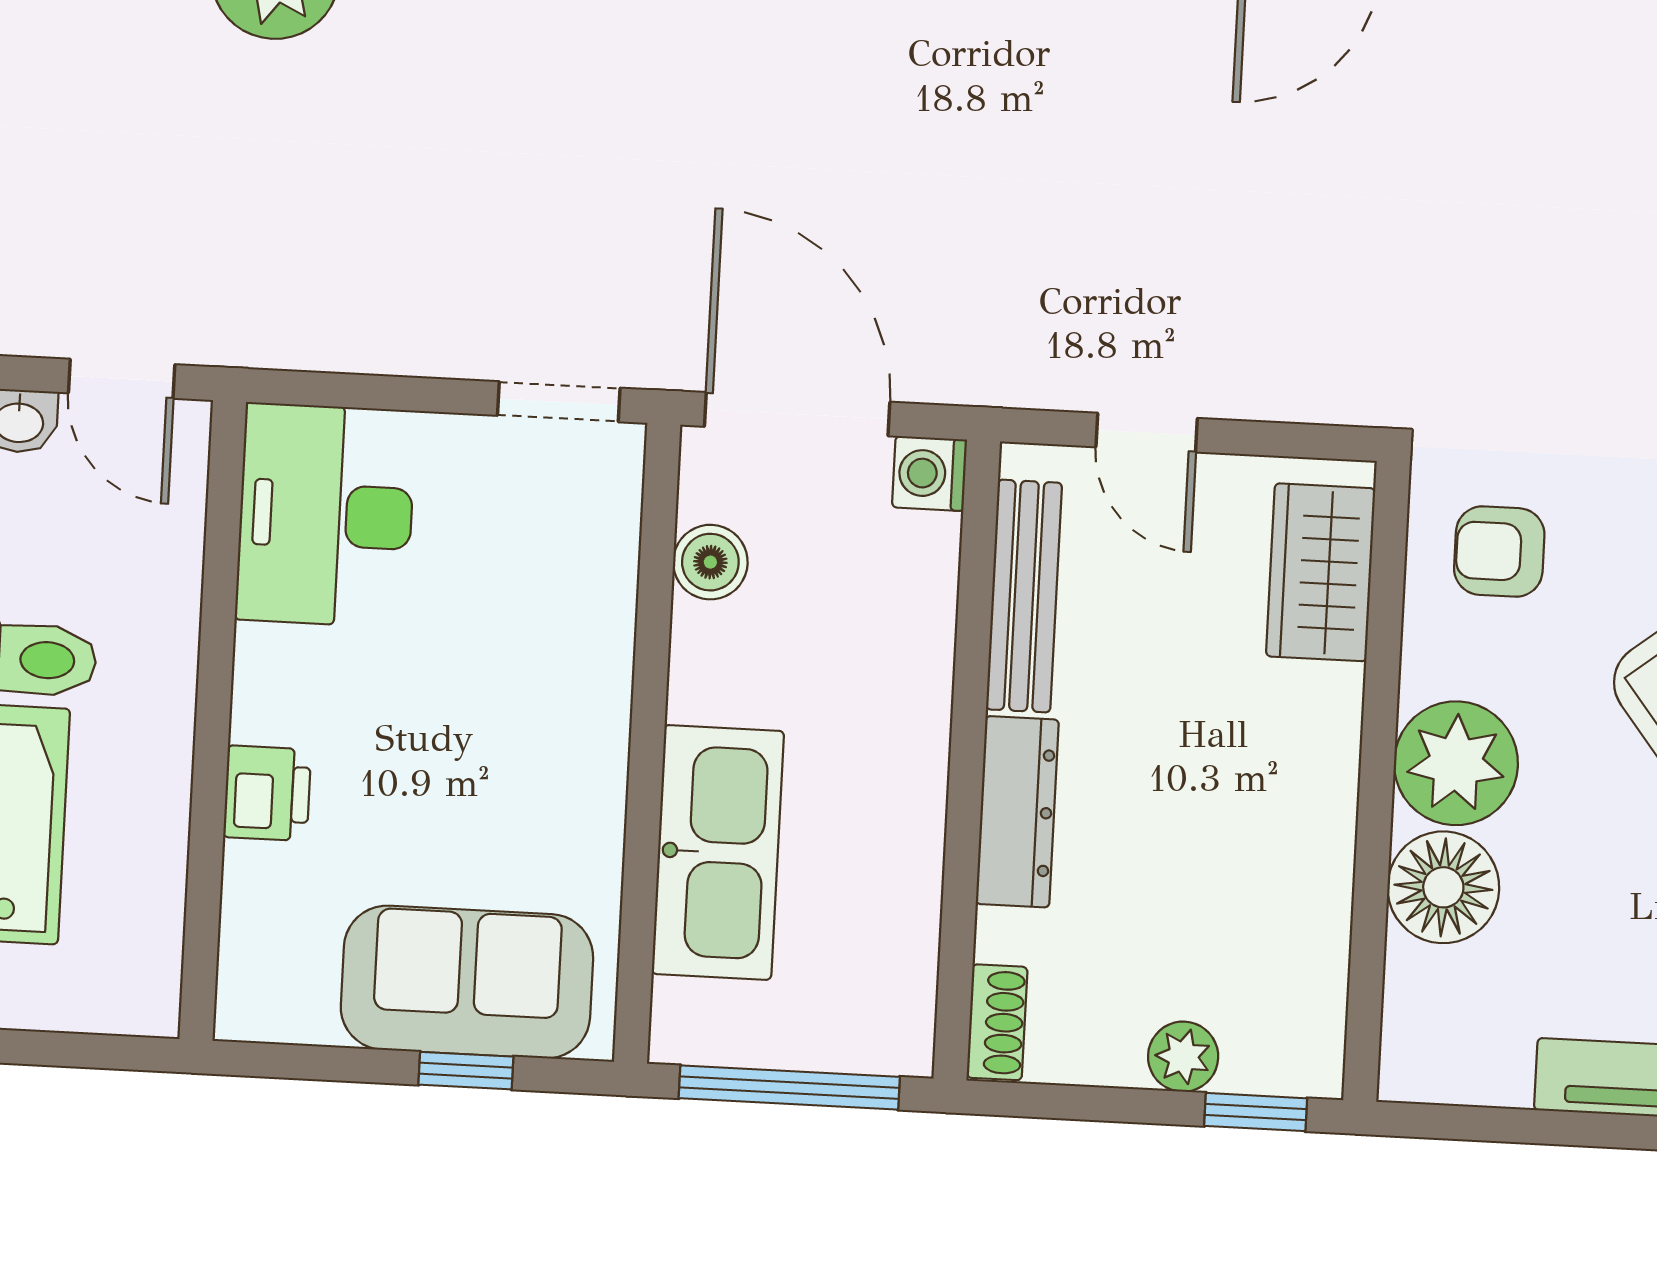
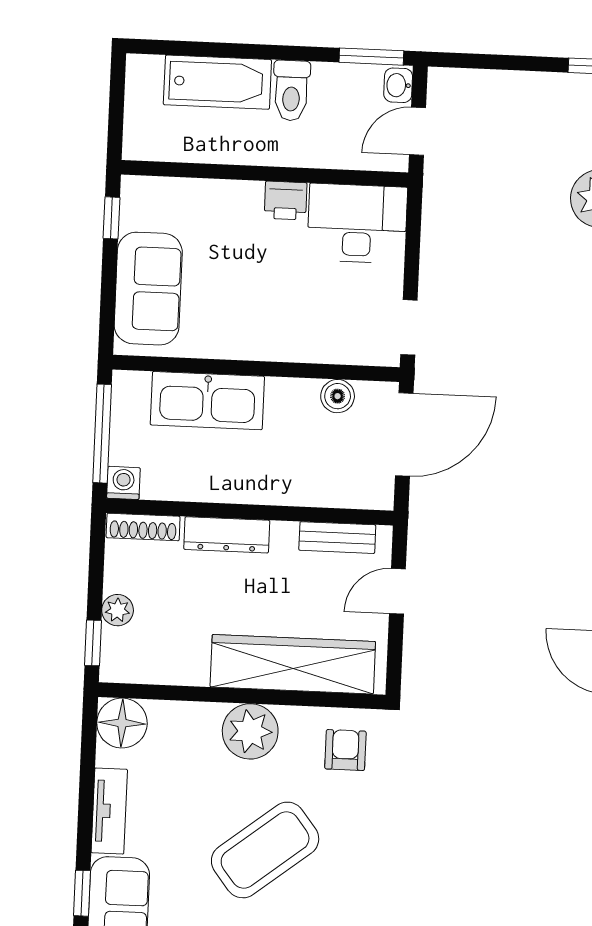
washing machine: (929, 473) -> (123, 483), moved
wardrobe: (1321, 572) -> (293, 664), width x2.10, depth x1.17
bench: (1024, 596) -> (337, 538), width x0.73
printer: (267, 793) -> (286, 201), moved
floor lamp: (1443, 887) -> (122, 723), moved
shoe rack: (997, 1022) -> (143, 527), width x1.43
window: (466, 1071) -> (112, 218), moved

